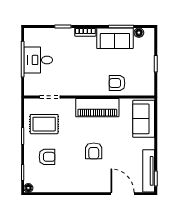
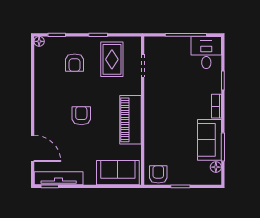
desk: (38, 60) -> (206, 53), moved
armchair: (117, 83) -> (158, 174), moved
armchair: (94, 151) -> (81, 116), turned 90
door: (122, 194) -> (33, 148), hinge flipped

